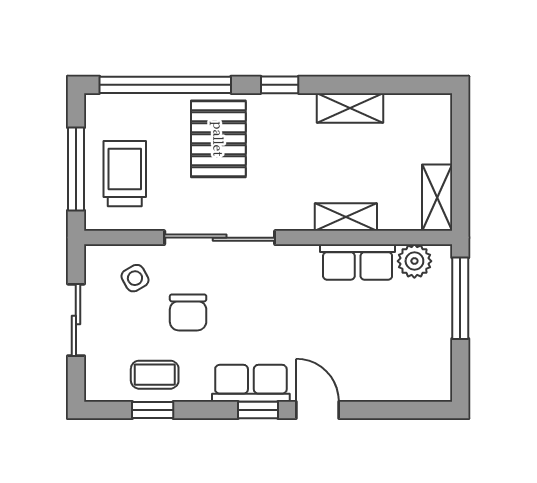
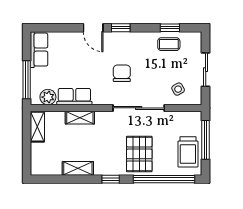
trolley: (125, 174) -> (188, 152), moved
chair: (188, 312) -> (122, 73), moved
row of seats: (251, 383) -> (39, 50), moved, turned -90

